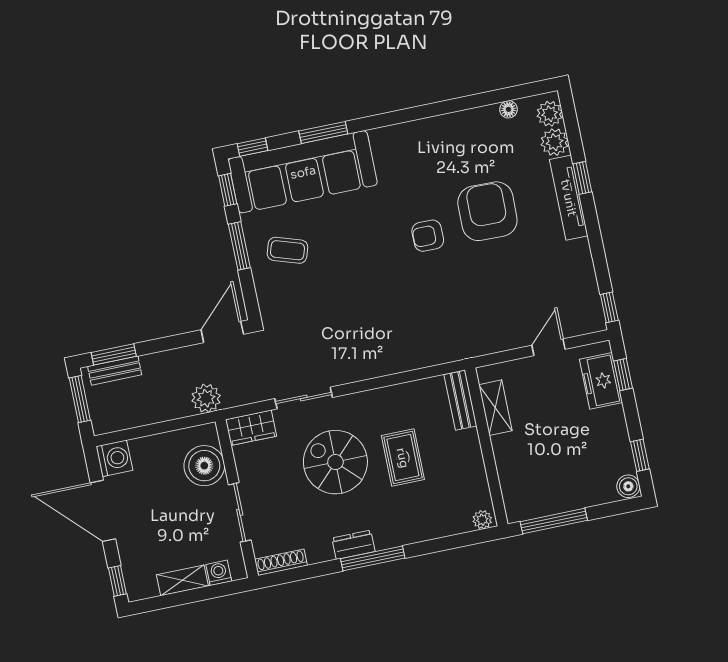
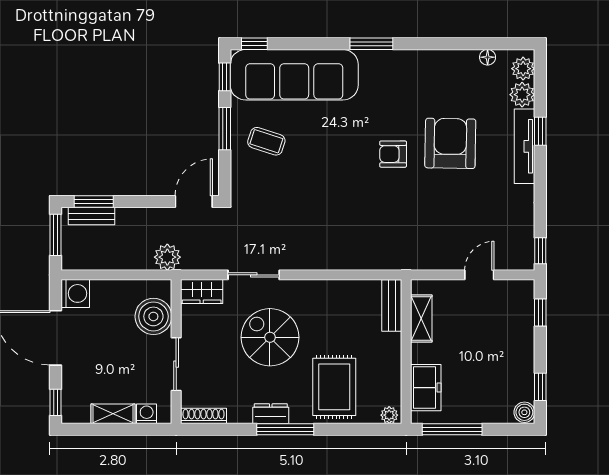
window: (323, 132) -> (371, 44), moved
freezer: (601, 381) -> (426, 388), moved, turned 180
rug: (403, 458) -> (334, 387), moved, width x1.36, depth x1.43

